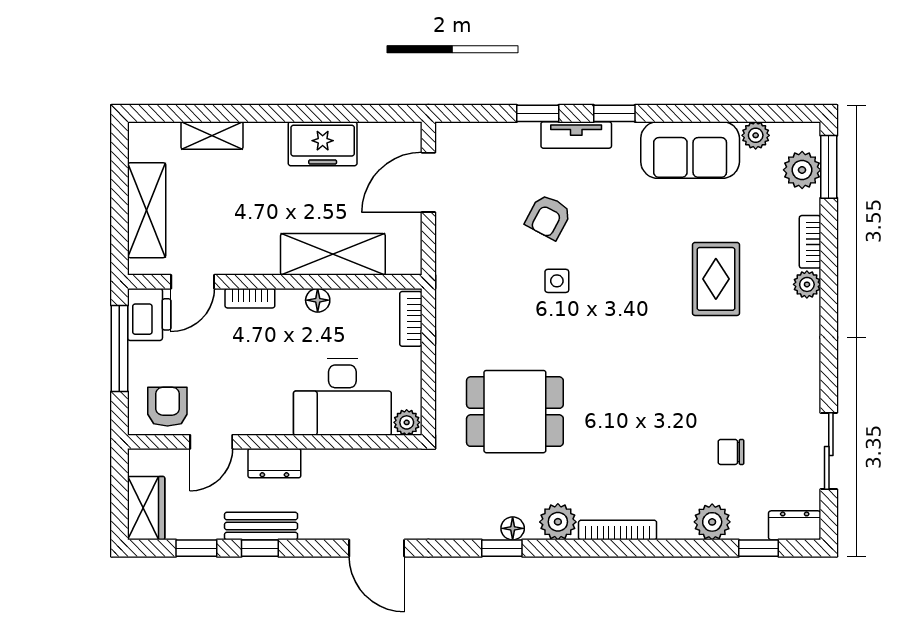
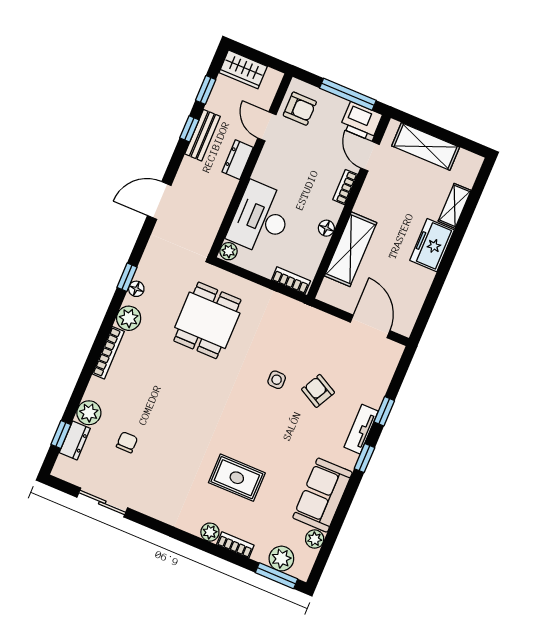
freezer: (323, 144) -> (432, 245), moved
dresser: (795, 525) -> (75, 440), moved

